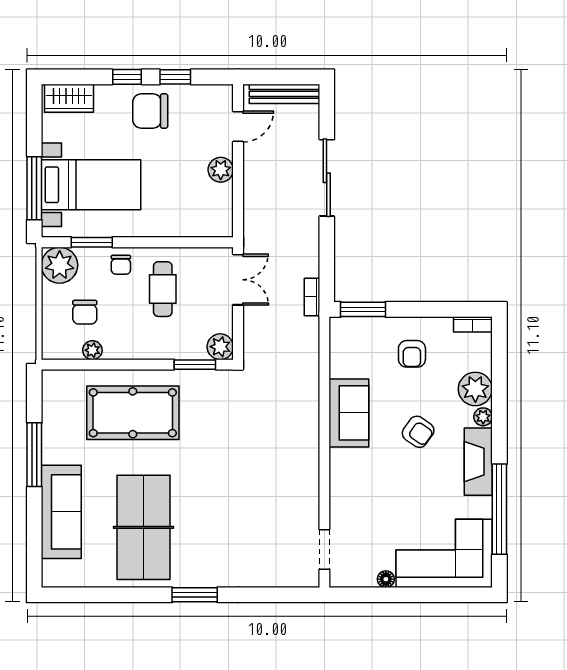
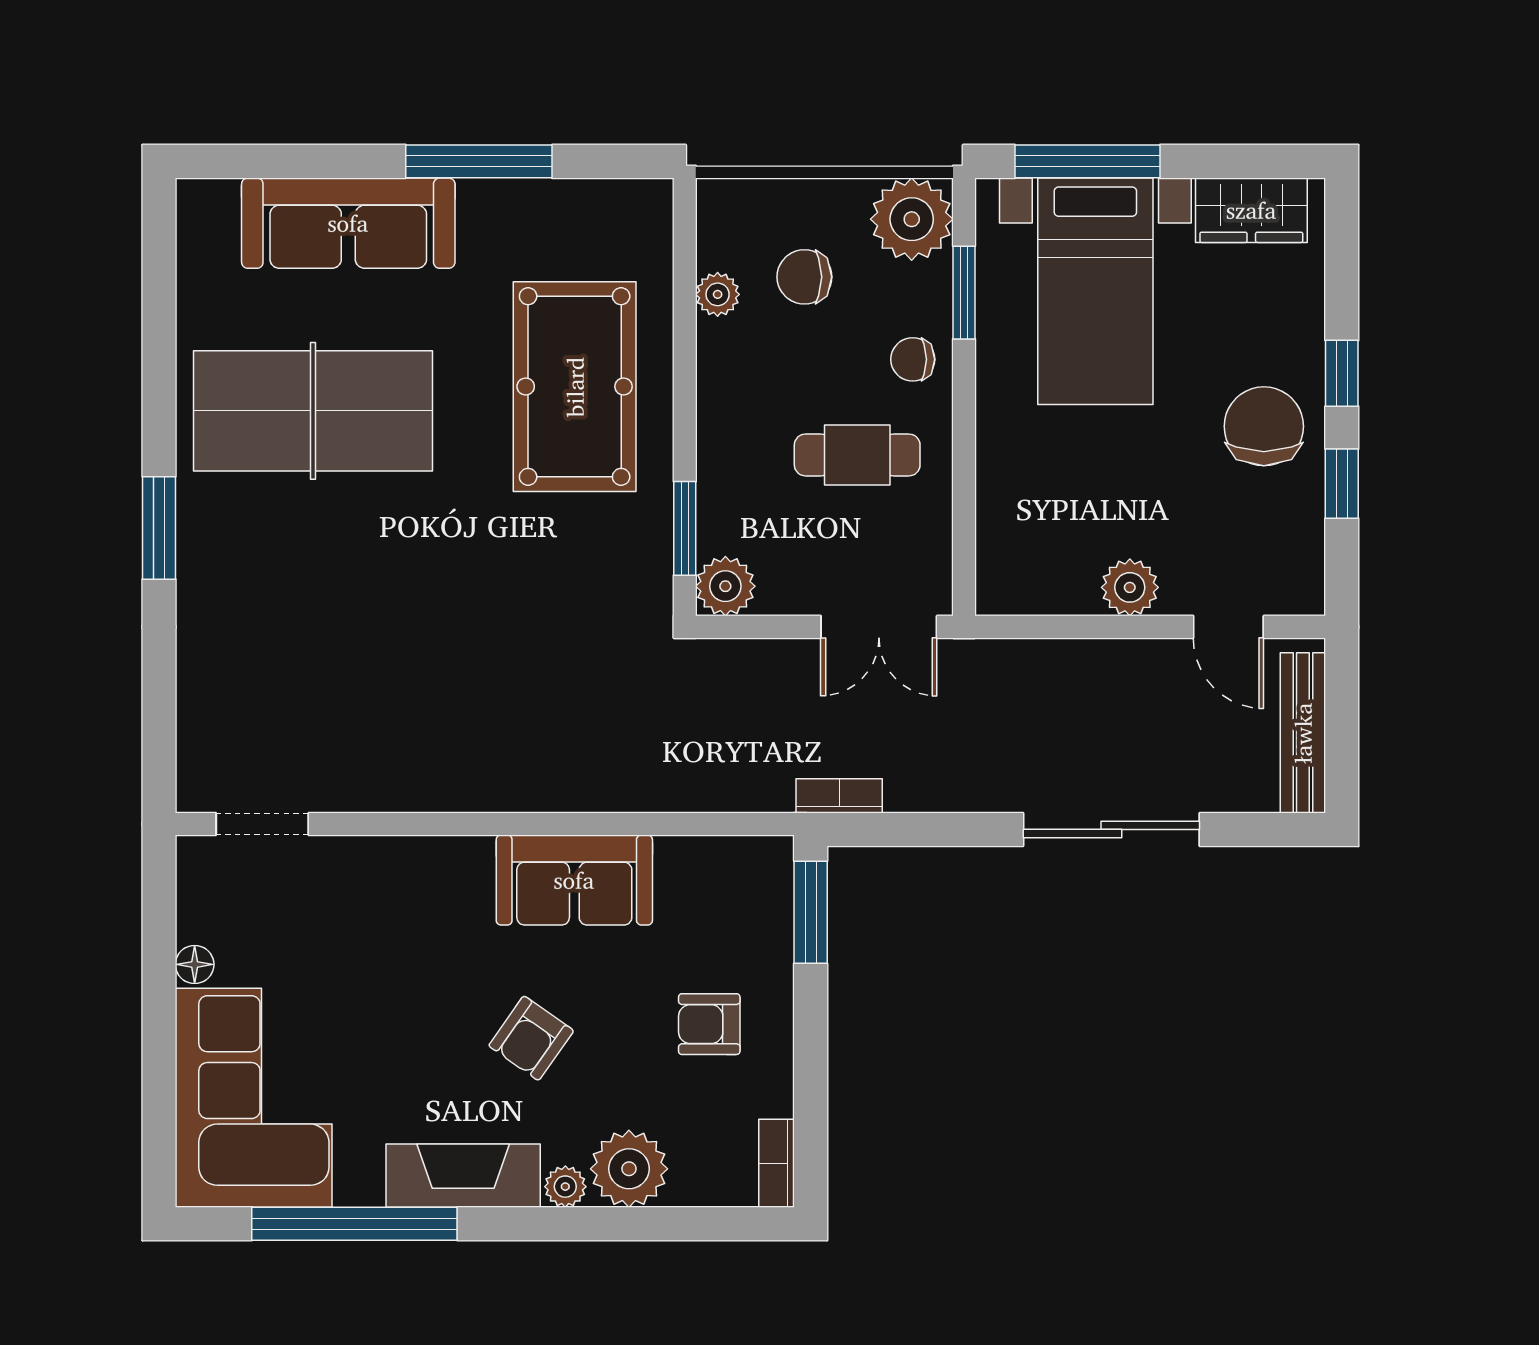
wardrobe: (69, 98) -> (1251, 210), moved, turned -90

